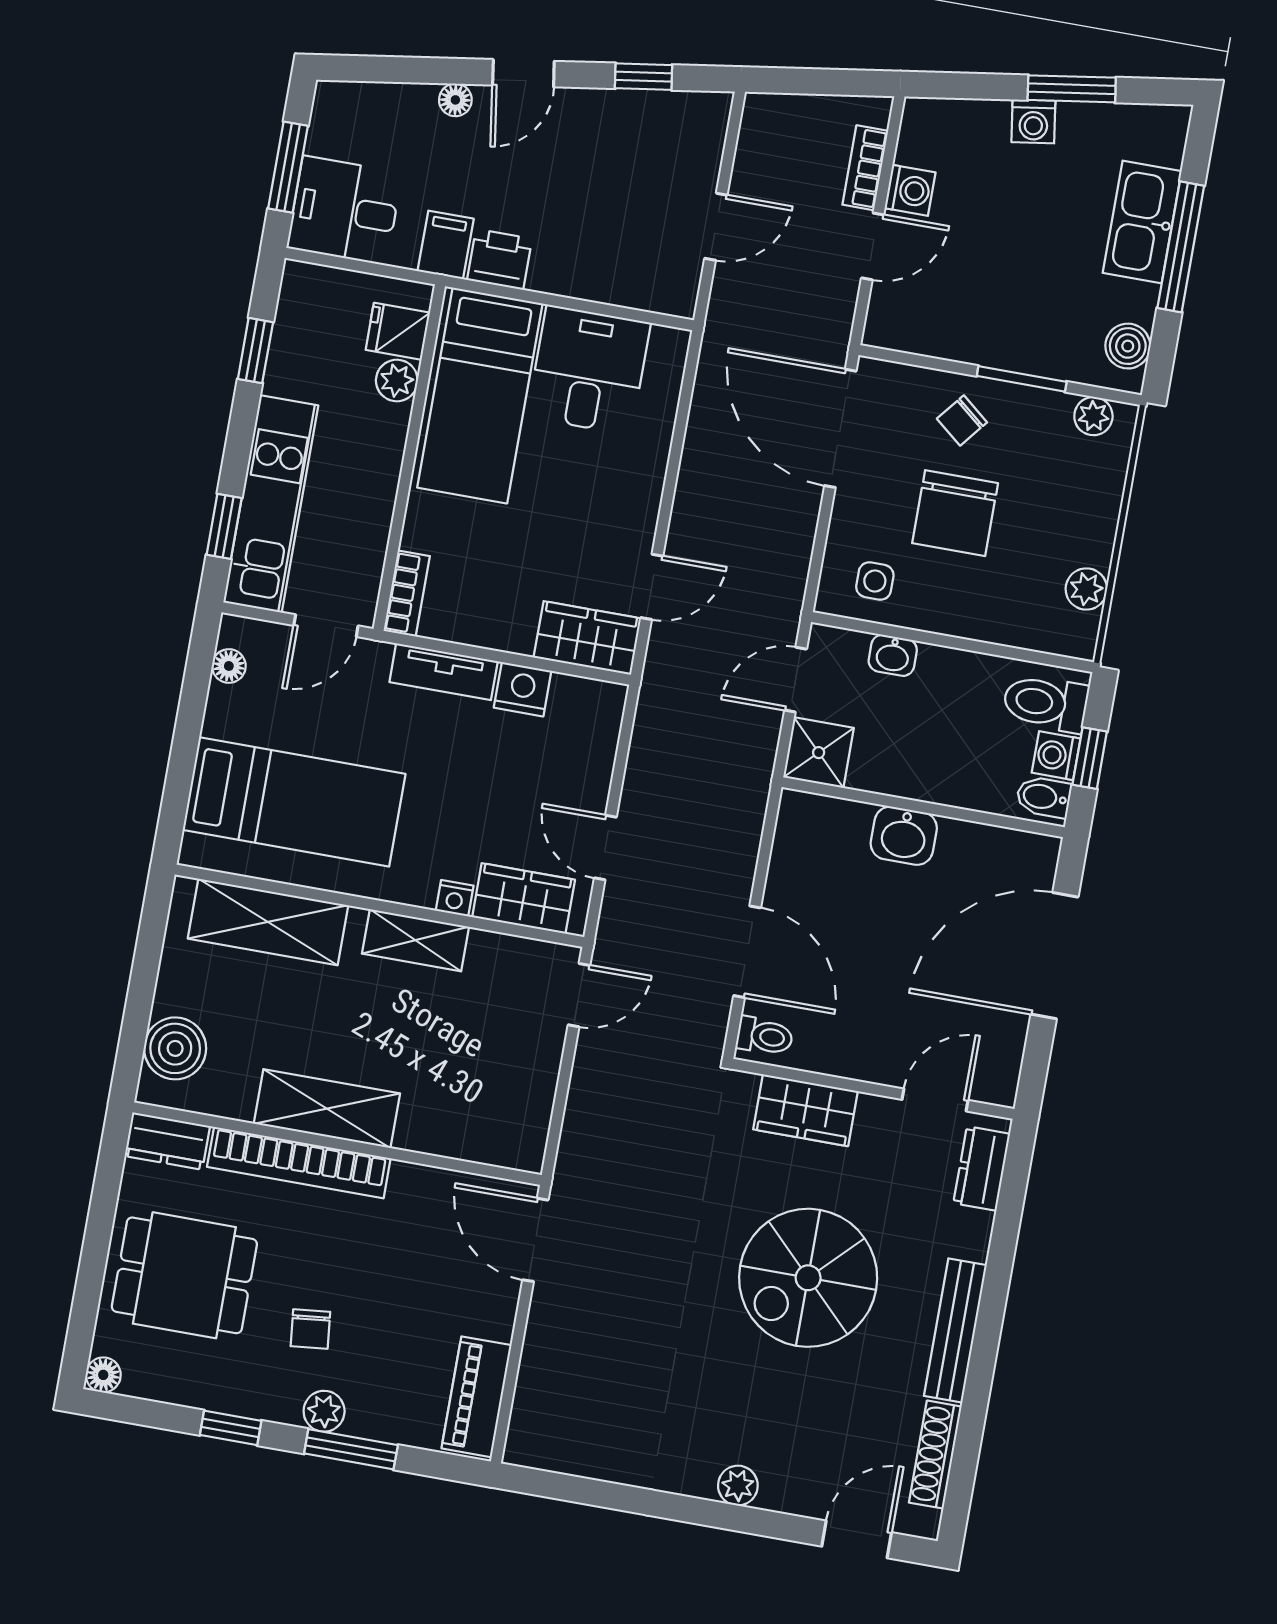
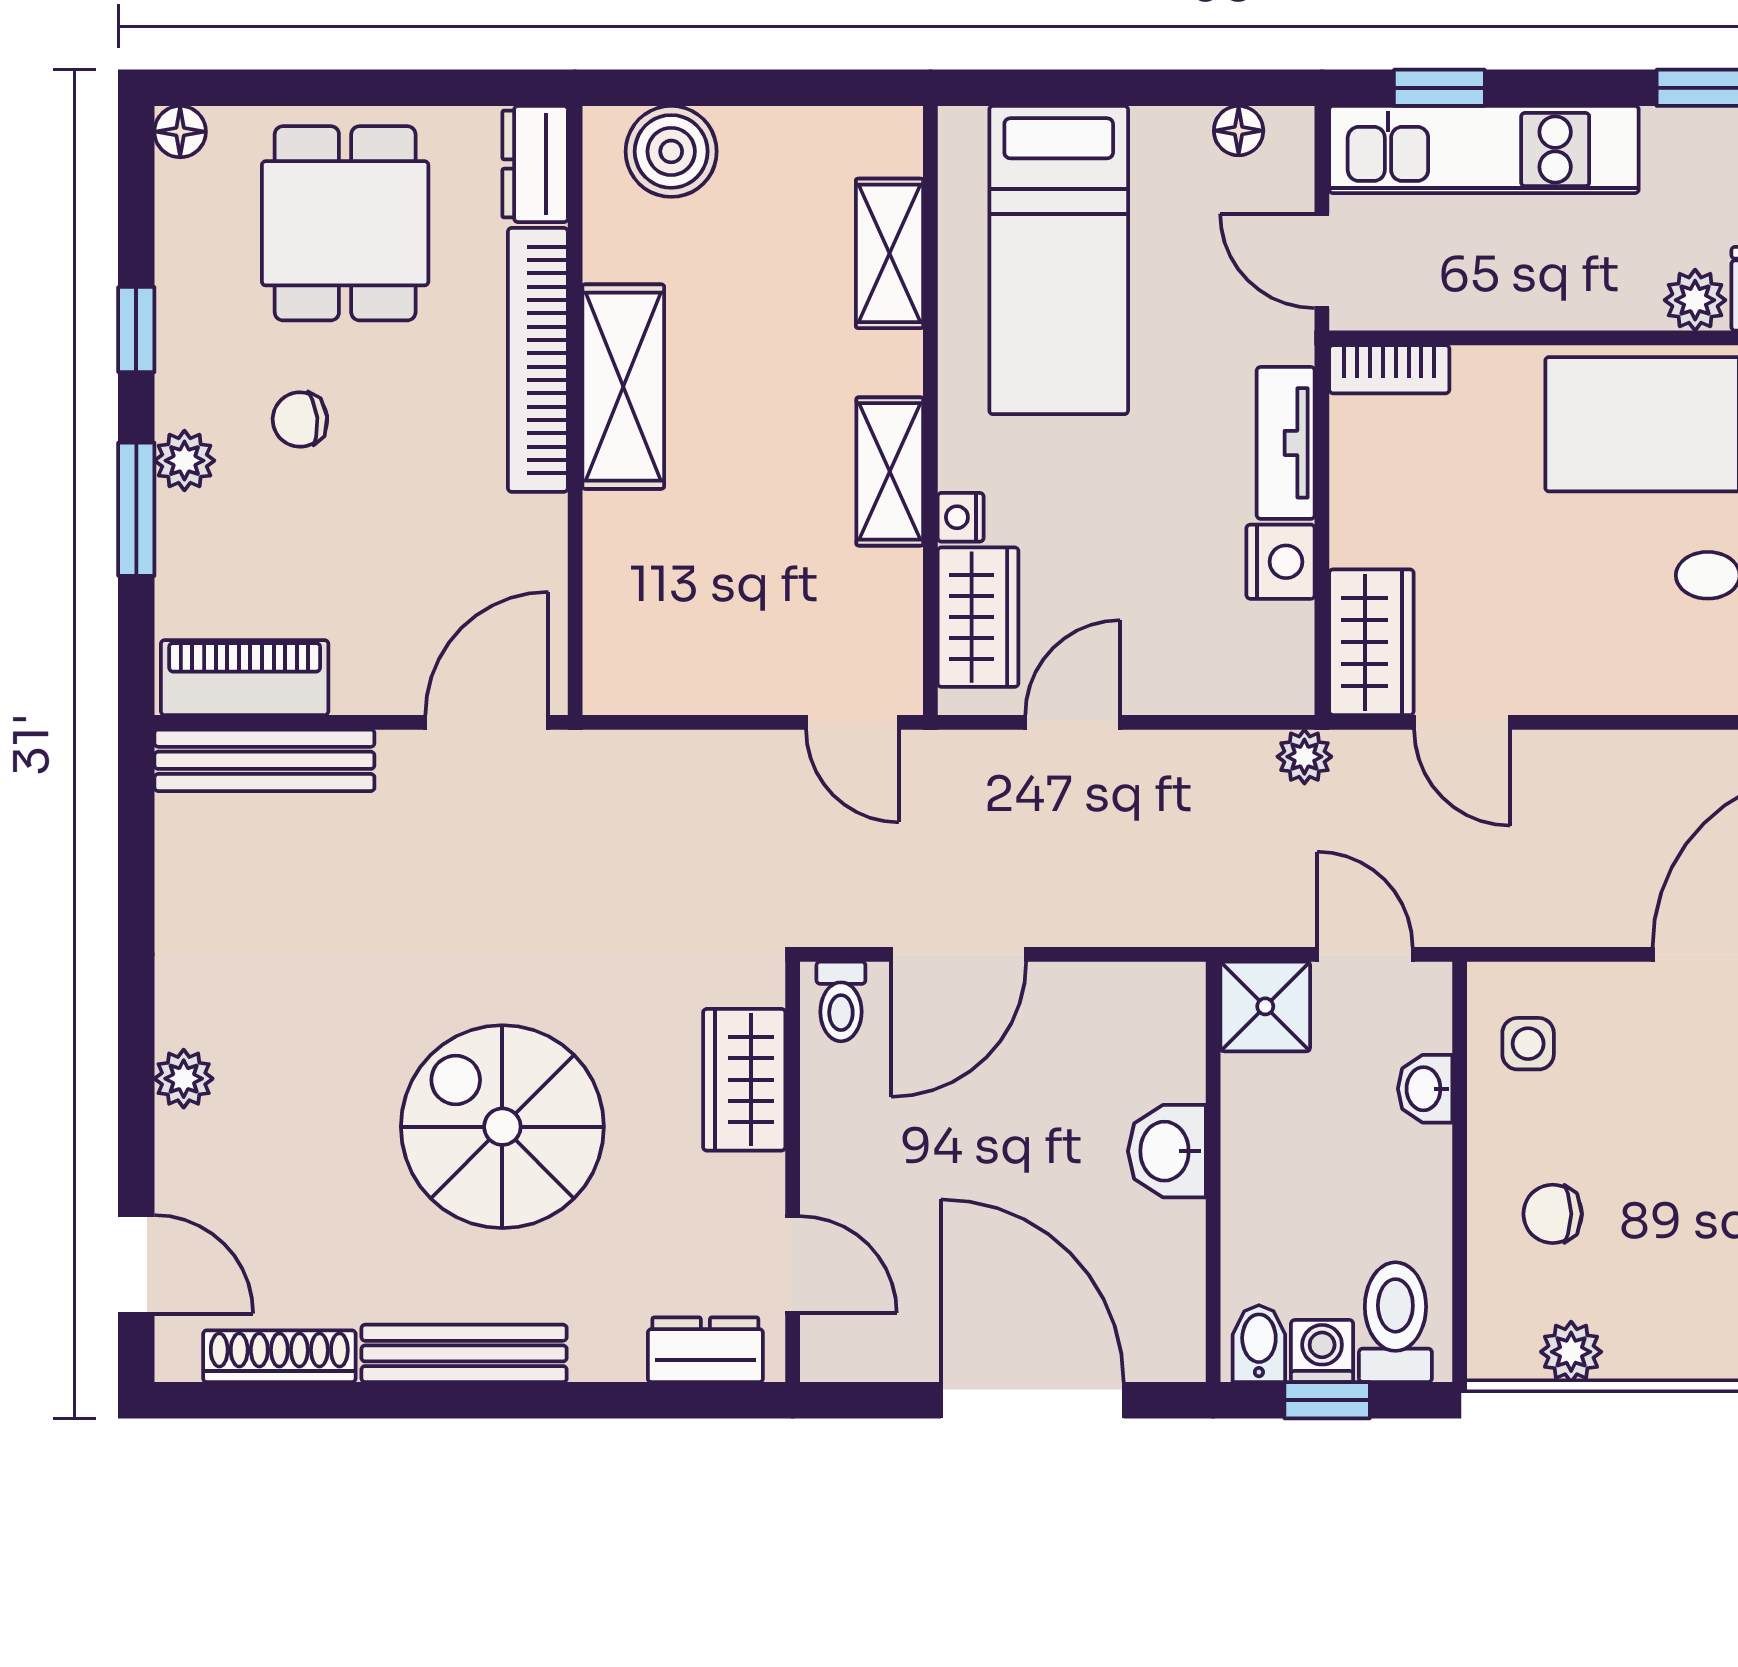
chair: (955, 513) -> (1553, 1214), moved, width x0.54, depth x0.54
plant: (656, 697) -> (1304, 757), added
shelving: (268, 922) -> (889, 253), width x0.67, depth x0.75
bench: (534, 1393) -> (264, 760), added

